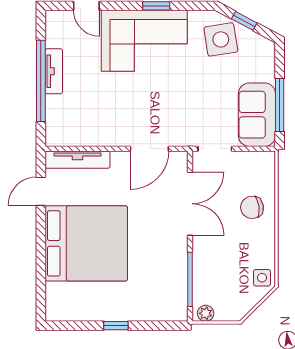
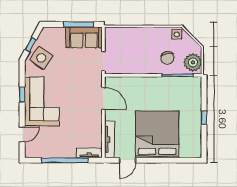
side table: (221, 39) -> (41, 58), turned 45
tv unit: (54, 71) -> (89, 153), moved
door: (41, 191) -> (128, 160), hinge flipped
double door: (190, 204) -> (135, 75), removed
chair: (252, 207) -> (167, 58), moved
plant: (206, 313) -> (193, 62), width x1.88, depth x1.88

